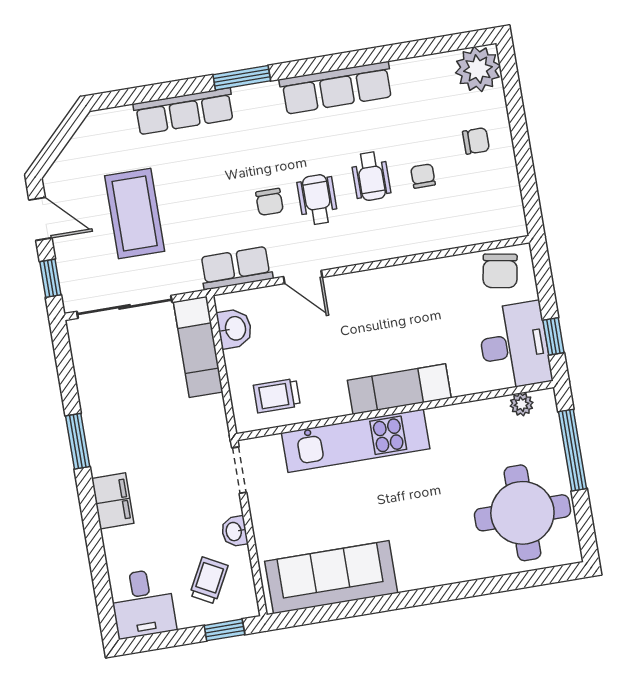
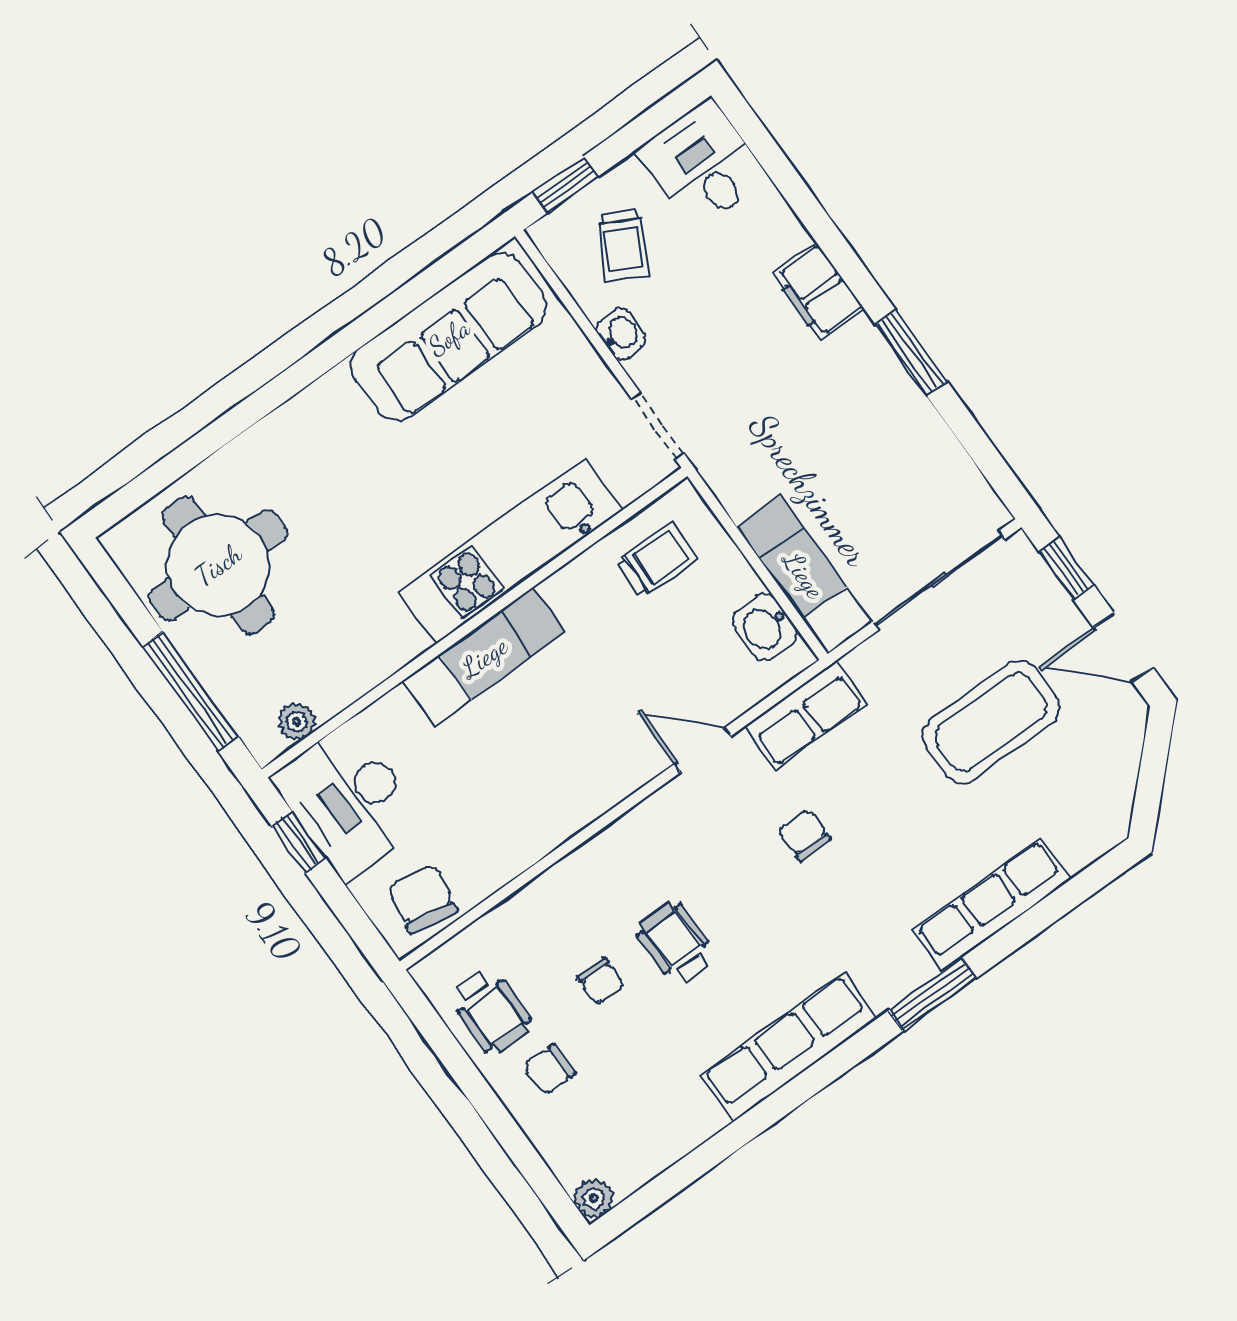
plant: (478, 69) -> (594, 1198), width x0.53, depth x0.53
wheelchair: (317, 199) -> (491, 1011), moved
coffee table: (135, 213) -> (991, 722), turned 90

